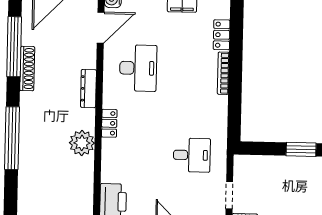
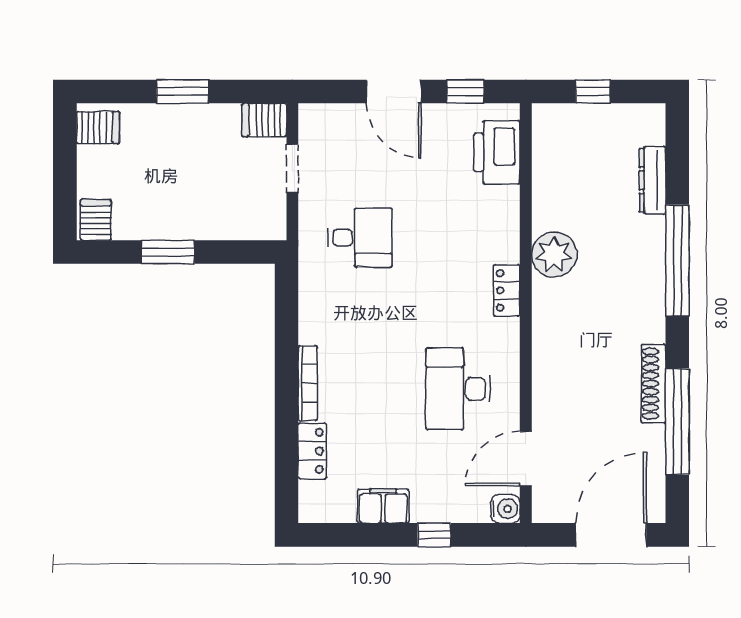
dresser: (88, 89) -> (652, 180), moved, turned 180
desk: (192, 155) -> (360, 238), turned 180

